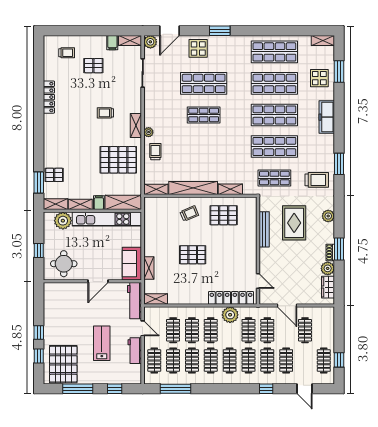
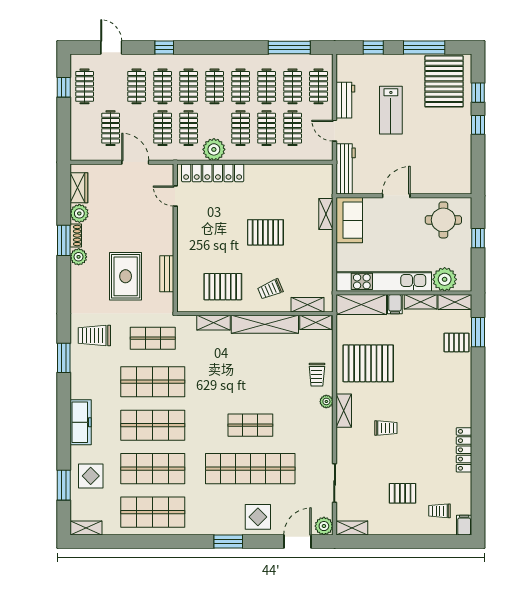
filing cabinet: (112, 43) -> (464, 525), moved
shop shelf: (204, 83) -> (250, 469), width x1.40
plant: (328, 216) -> (79, 257), moved
bench: (264, 229) -> (167, 274), width x0.73
shelving: (156, 299) -> (307, 305), moved

